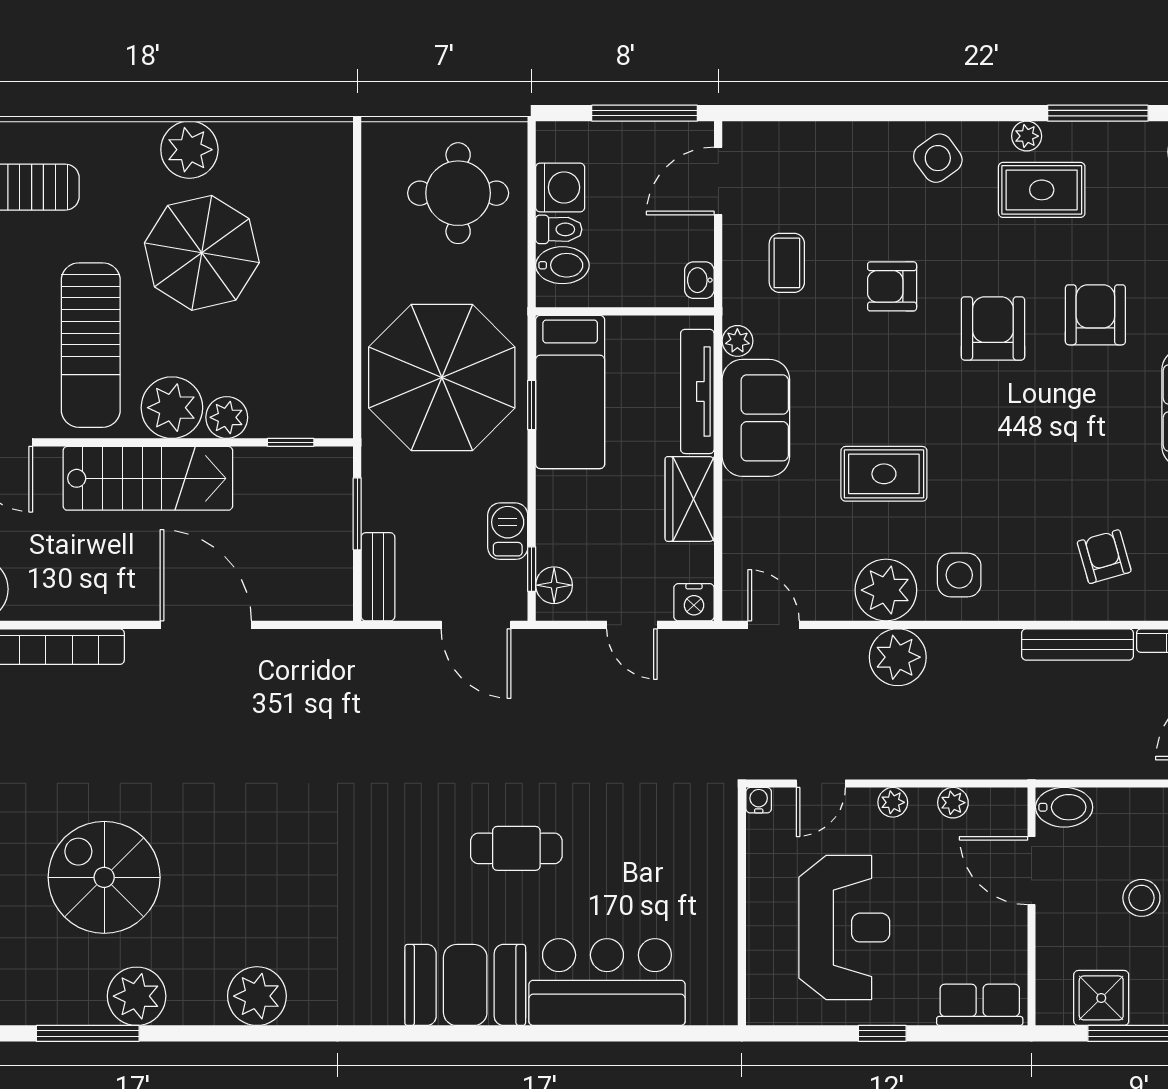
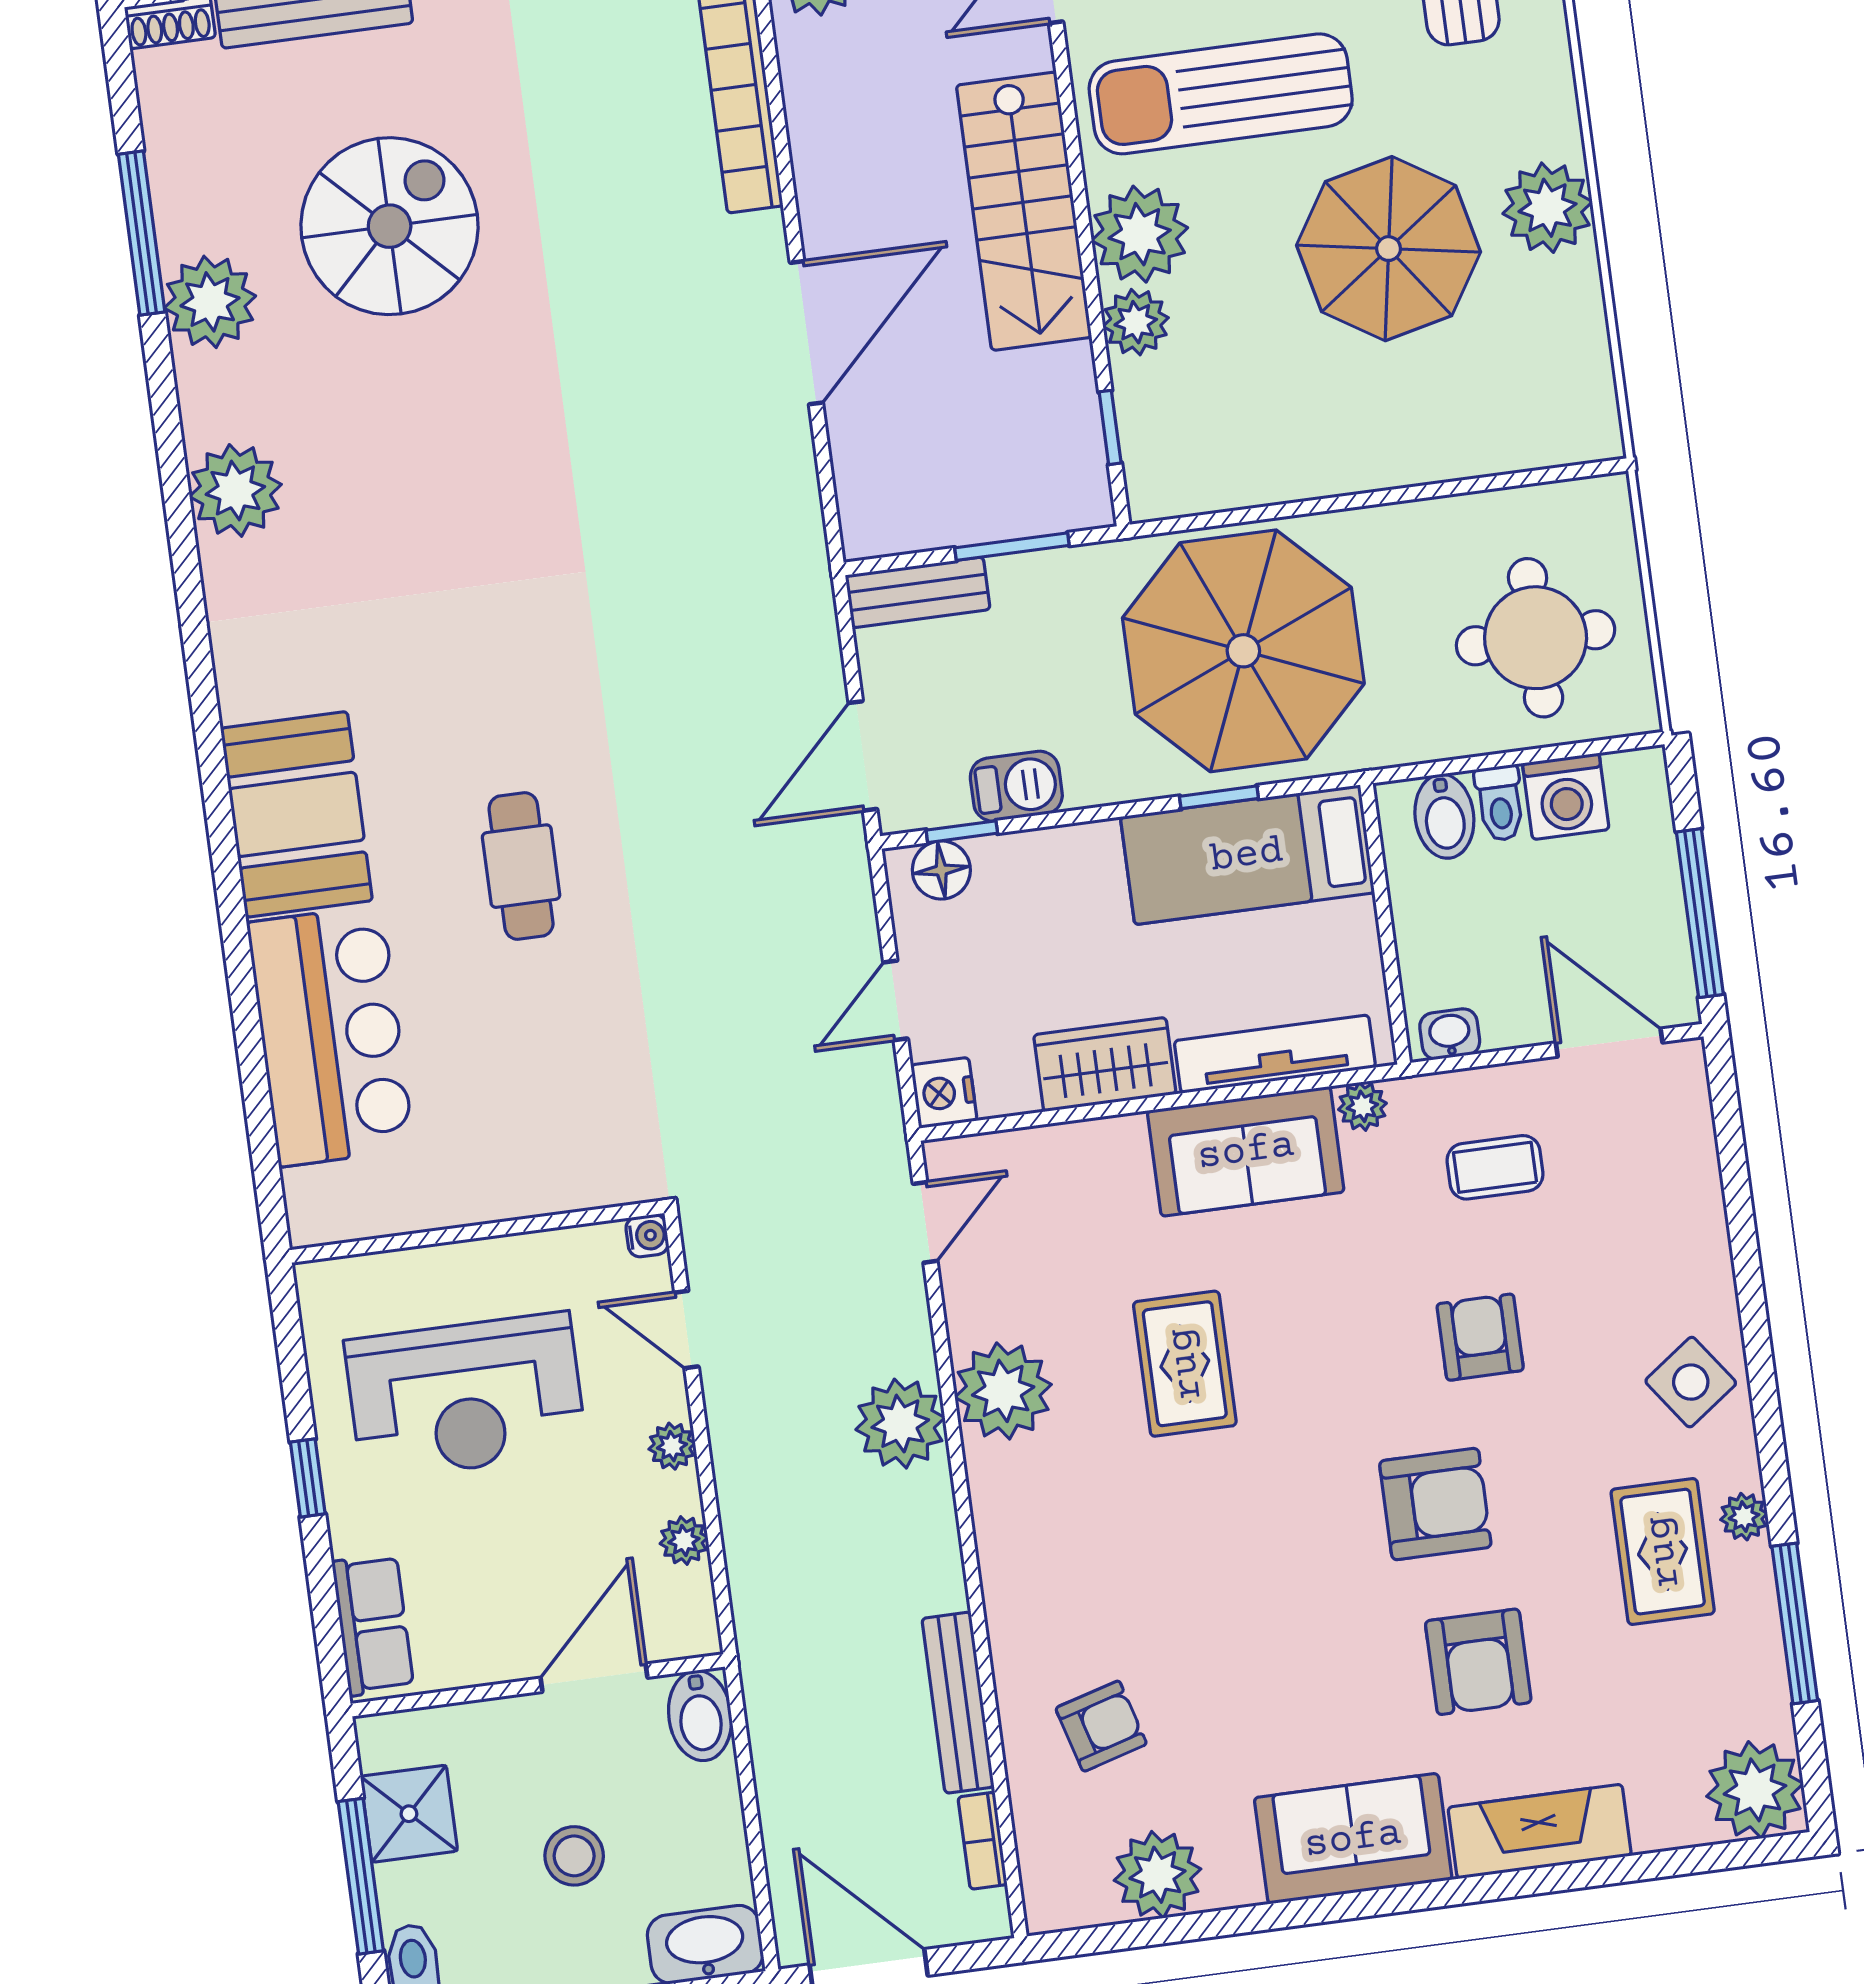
armchair: (1095, 315) -> (1478, 1662), turned 90
side table: (959, 575) -> (1042, 1503), removed

